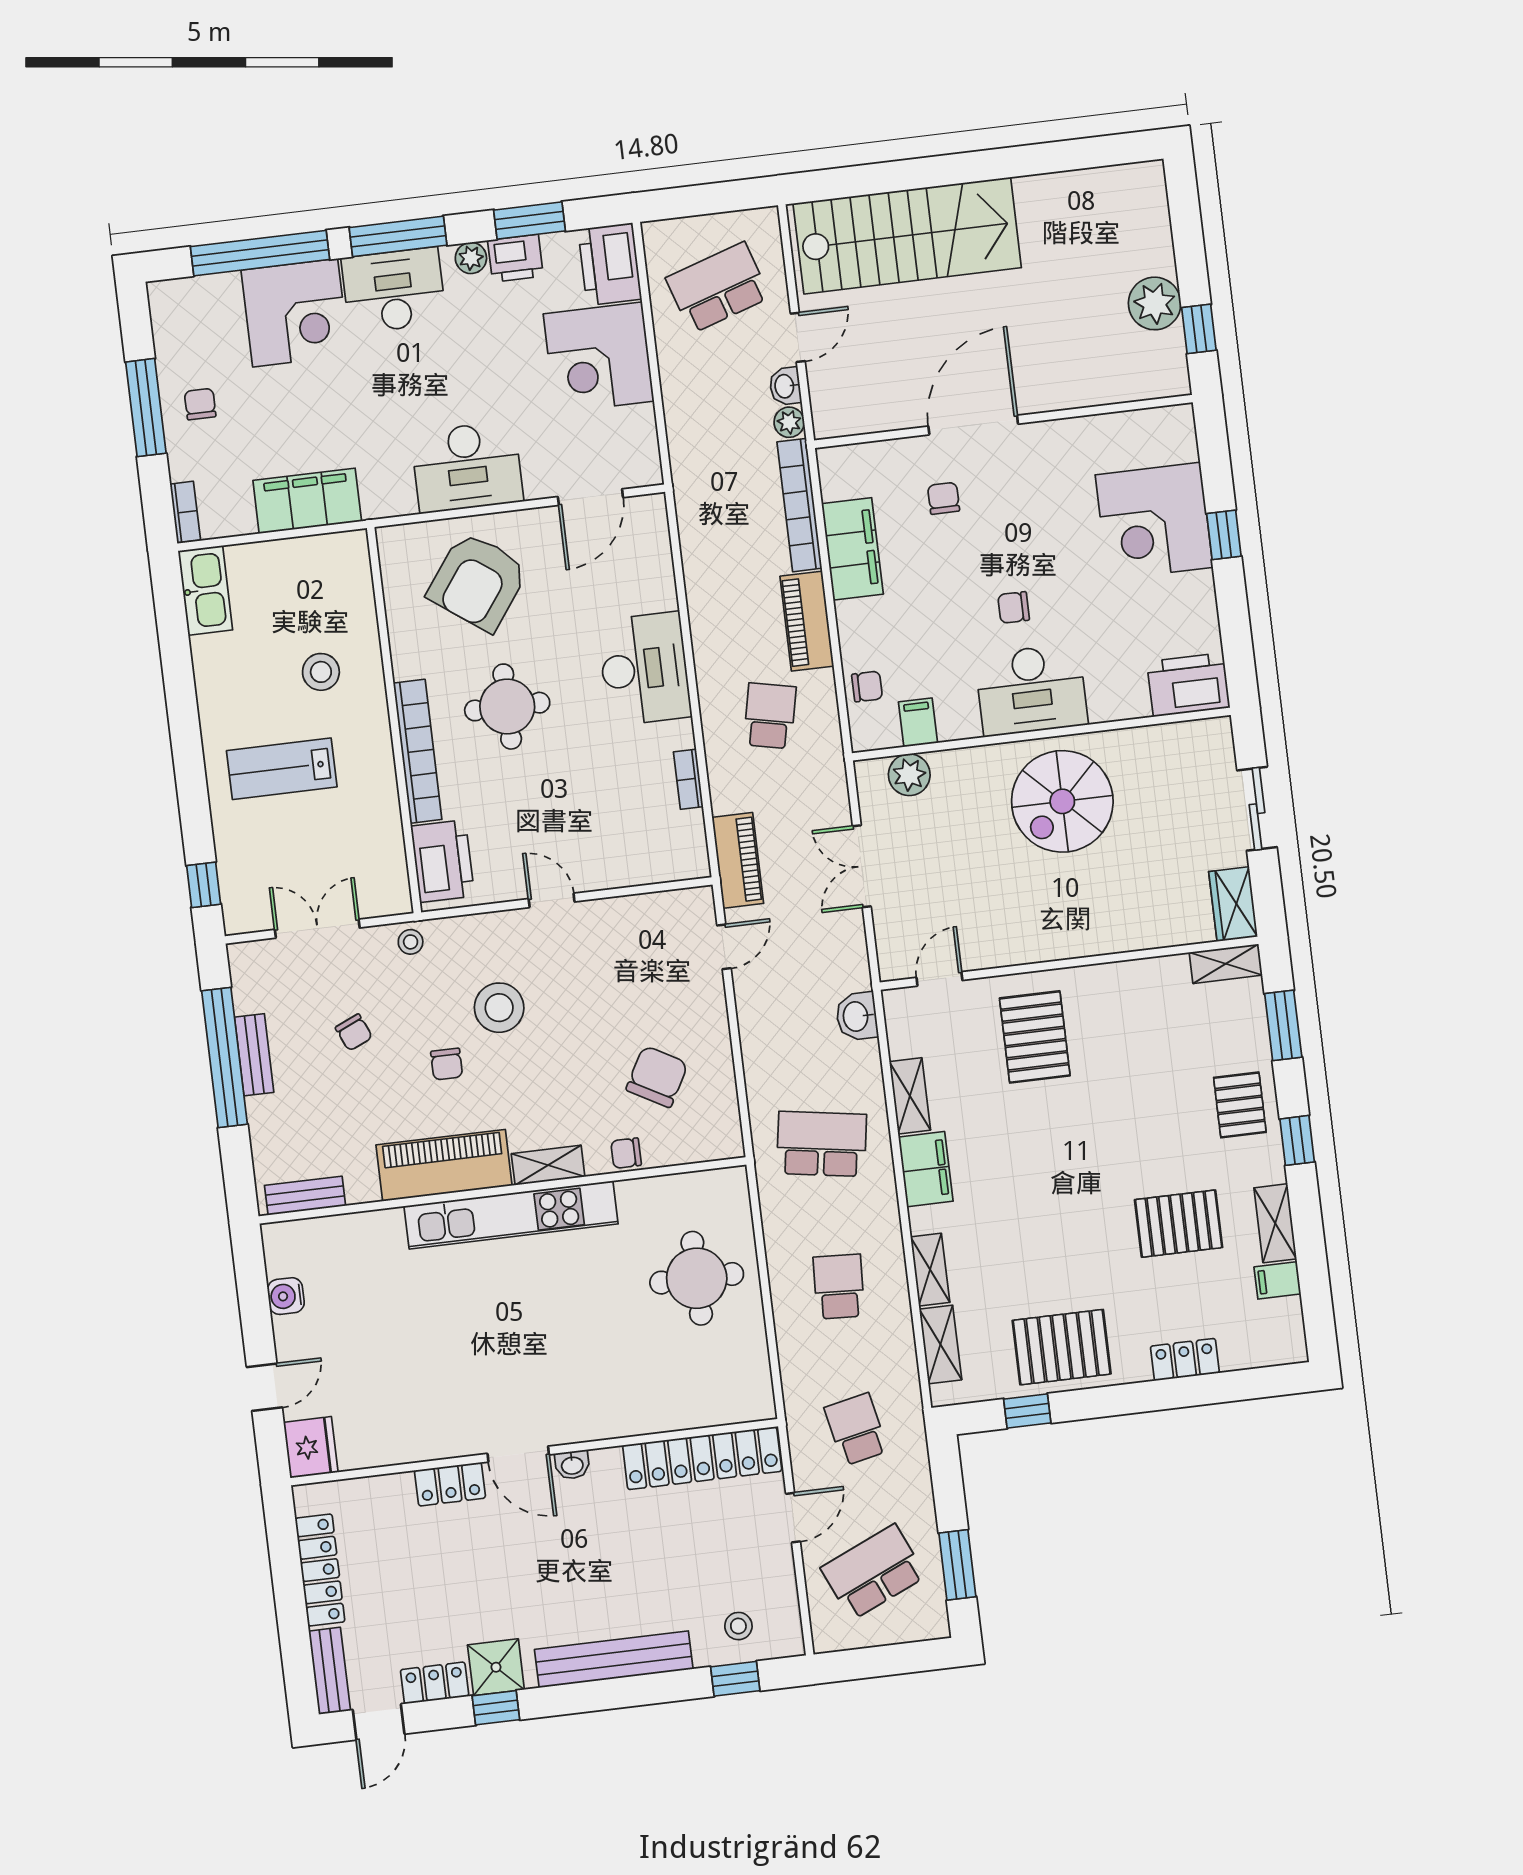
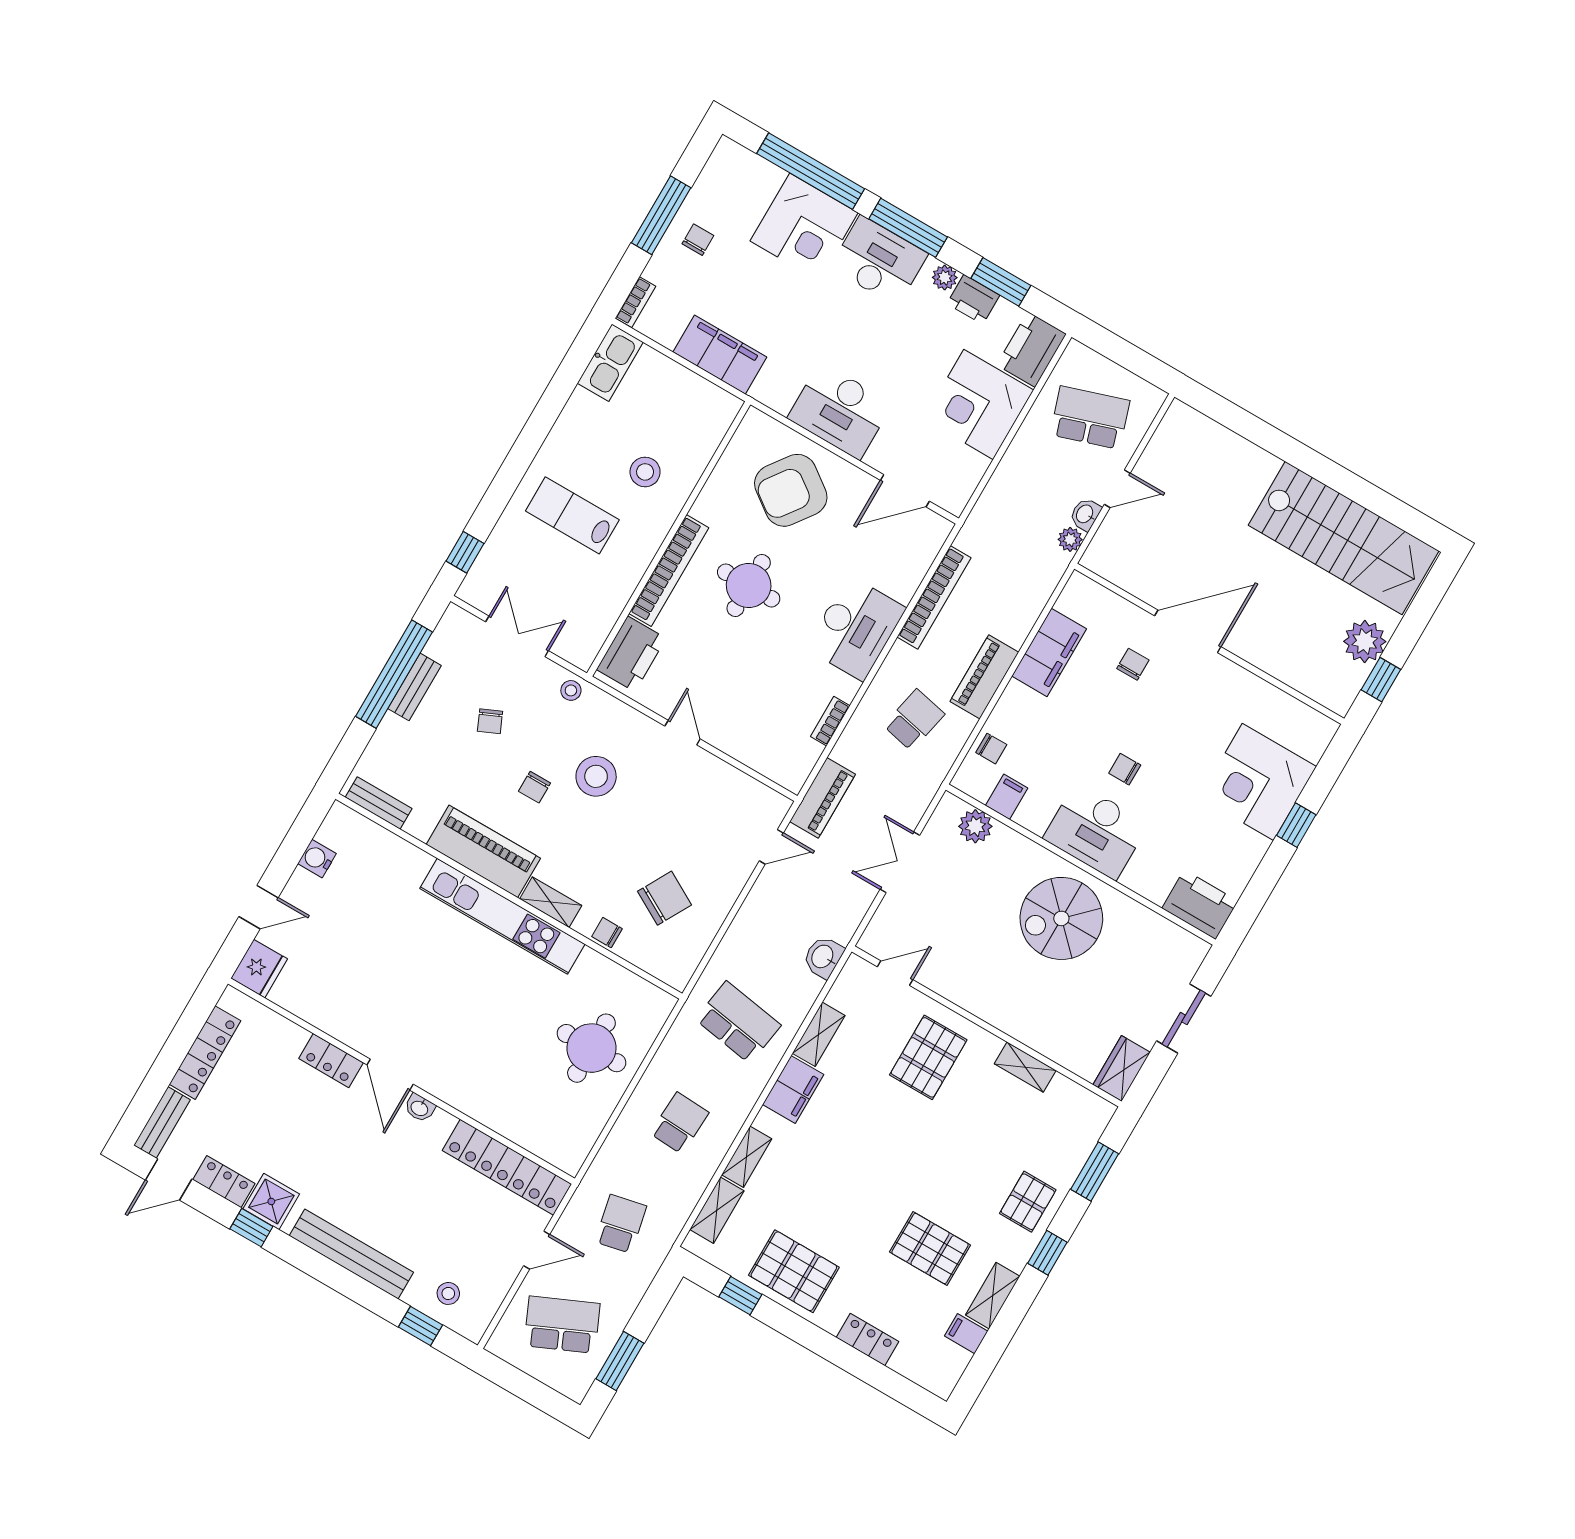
stairs: (907, 236) -> (1344, 538), moved
bookcase: (799, 505) -> (934, 597), moved, turned 180
shelving: (1226, 964) -> (1025, 1067), moved

